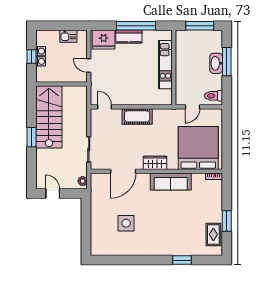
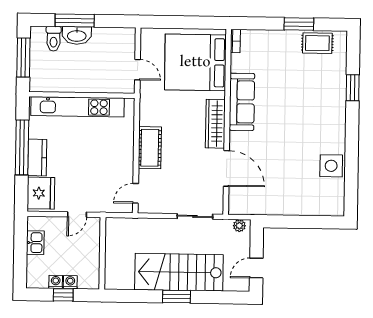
kitchen unit: (165, 65) -> (78, 107), width x1.36
toilet: (214, 96) -> (54, 39), moved
stairs: (49, 117) -> (179, 272), moved
wardrobe: (155, 163) -> (215, 124), width x1.50
side table: (126, 223) -> (331, 166), moved

